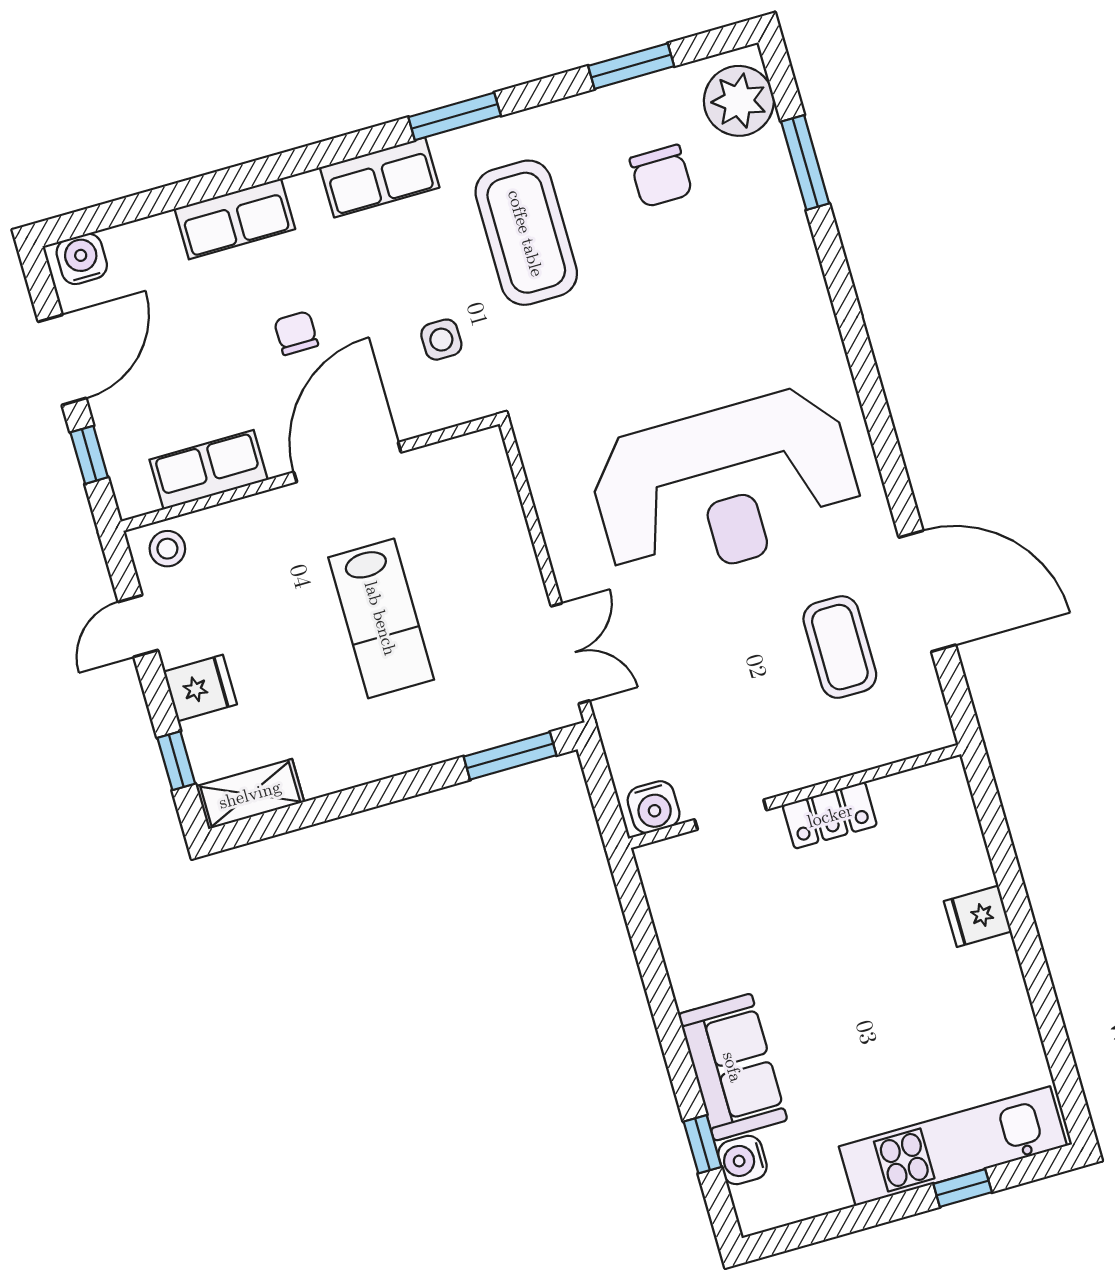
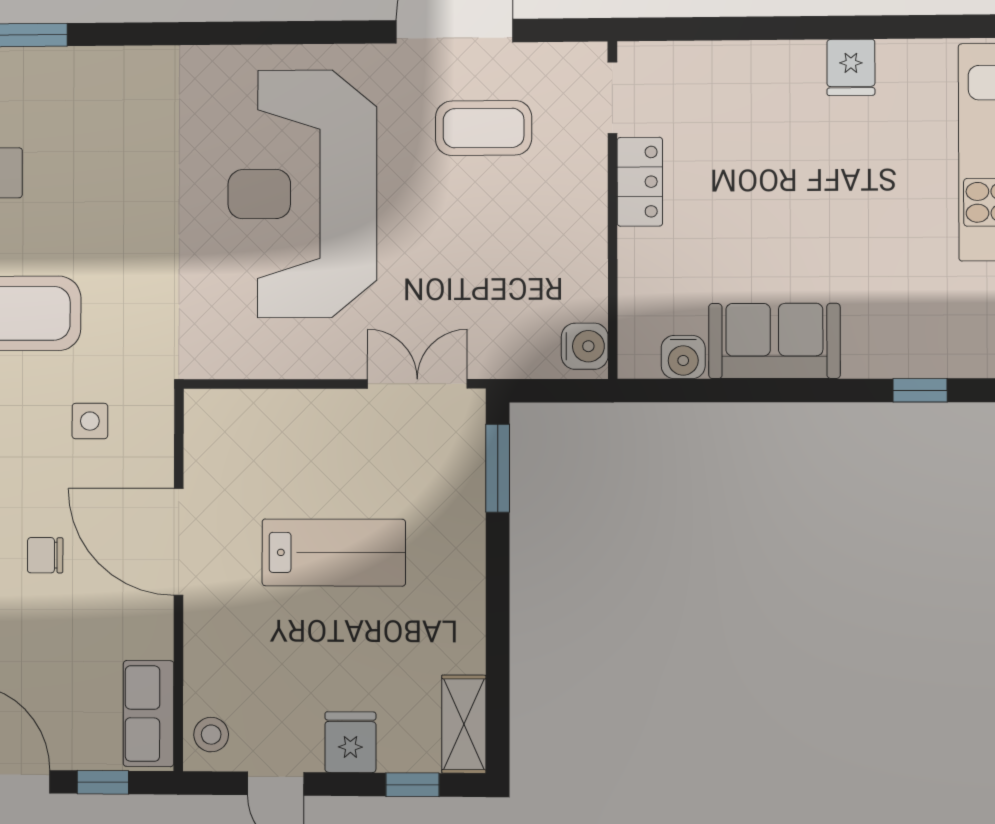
row of seats: (209, 470) -> (148, 714), moved
reception desk: (725, 487) -> (302, 194), turned 180
doorway: (731, 815) -> (612, 98), moved
fridge: (978, 916) -> (851, 67), moved
sofa: (733, 1067) -> (774, 341), moved
water cooler: (742, 1160) -> (683, 357), moved

